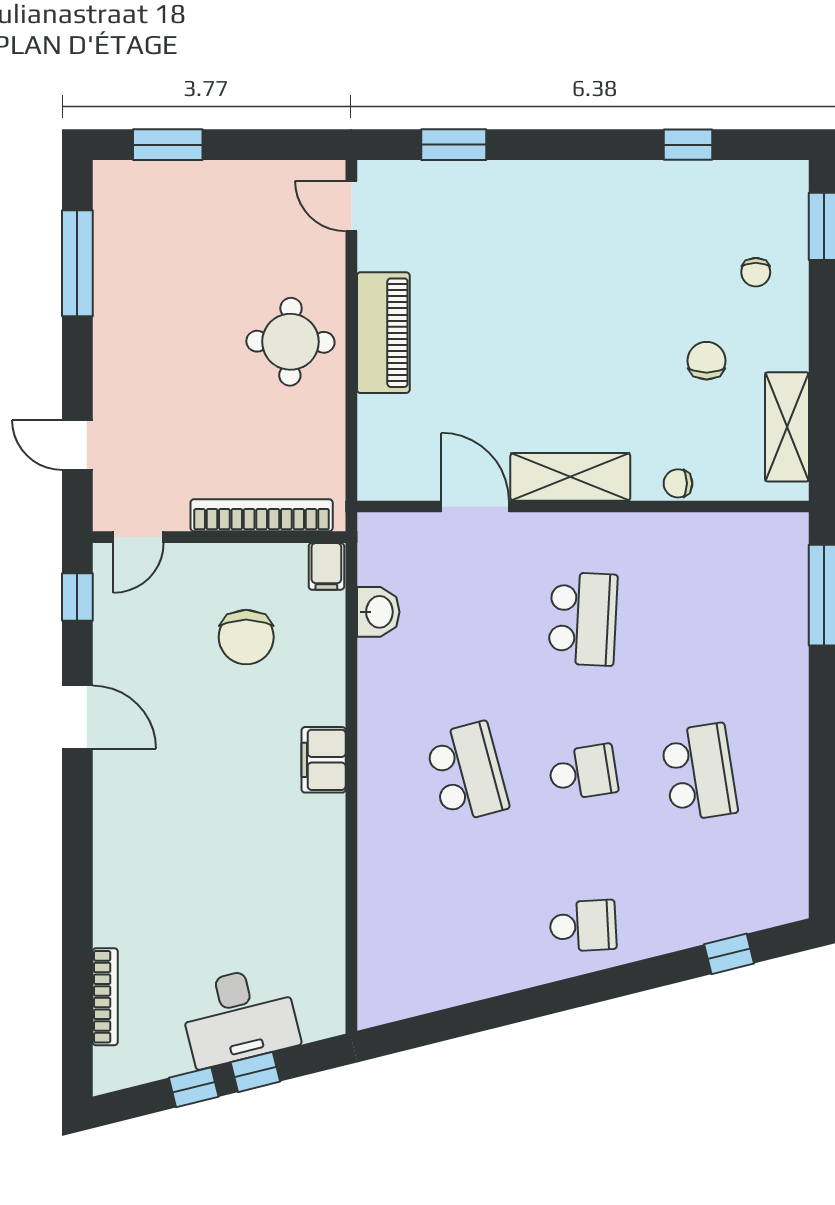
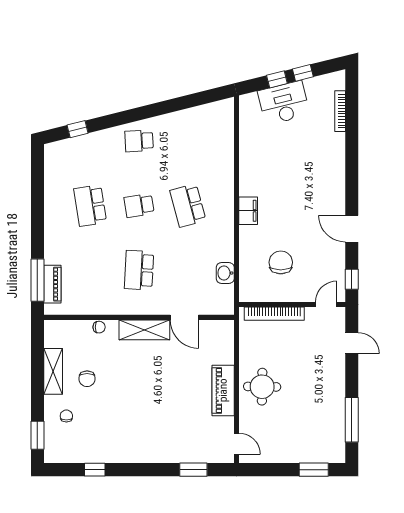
shelving: (787, 427) -> (53, 371), moved
filing cabinet: (326, 566) -> (247, 292), removed
piano: (789, 586) -> (52, 284), added

